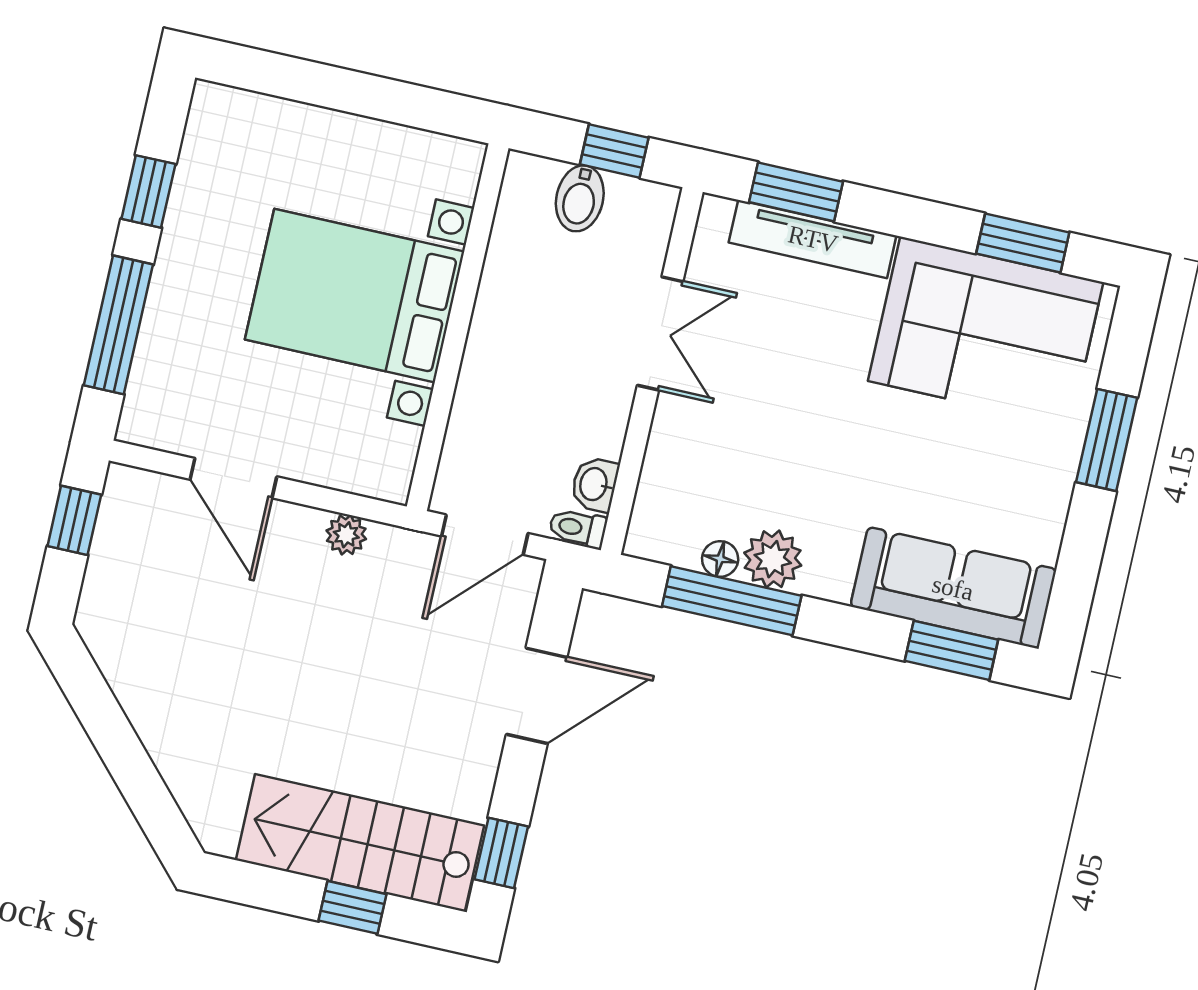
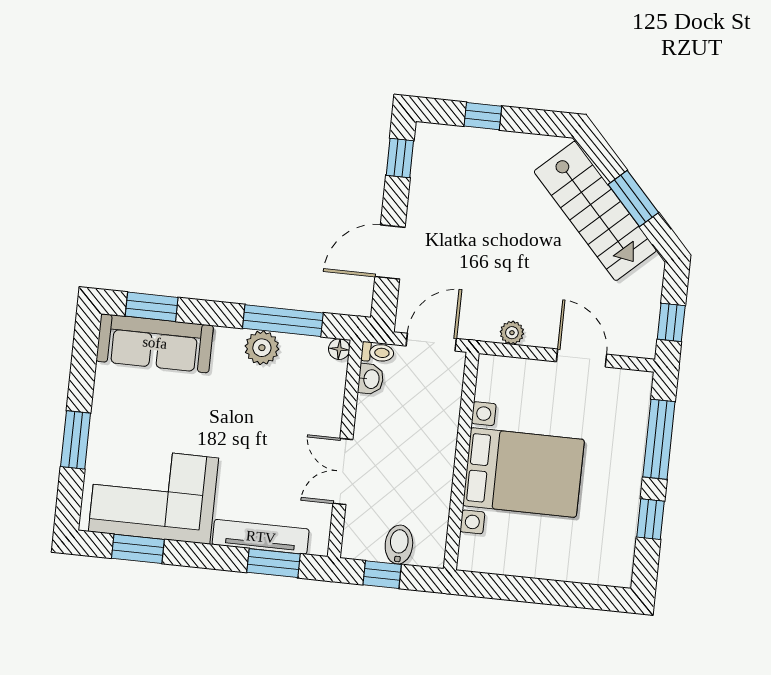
floor lamp: (720, 559) -> (339, 349), moved
window: (114, 738) -> (633, 199), added
stairs: (360, 843) -> (595, 211), moved, turned 47

